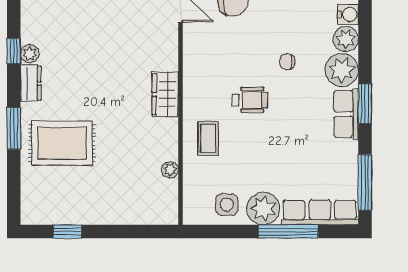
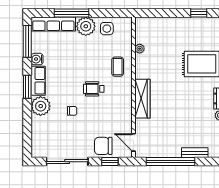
water cooler: (348, 14) -> (37, 59), moved
plant: (346, 39) -> (38, 124), removed
wardrobe: (165, 94) -> (142, 99), width x1.50

